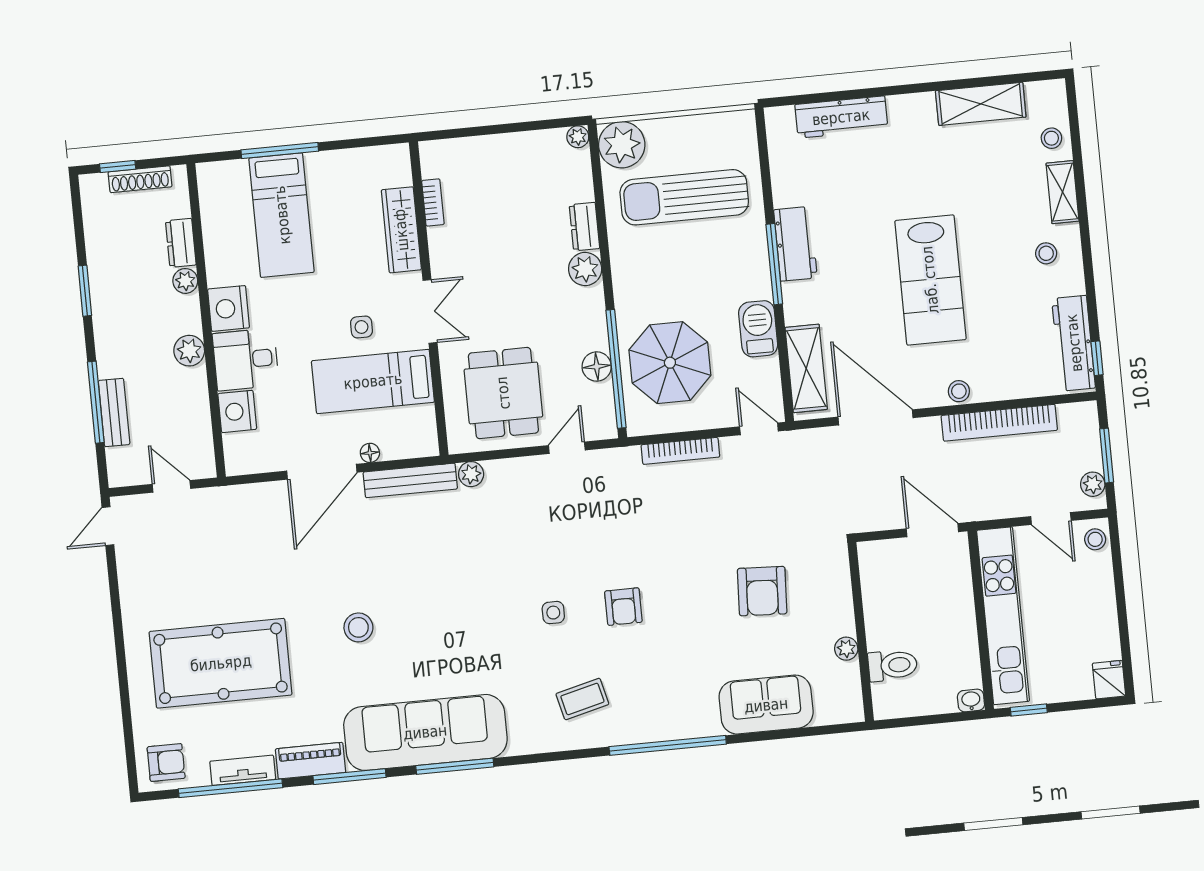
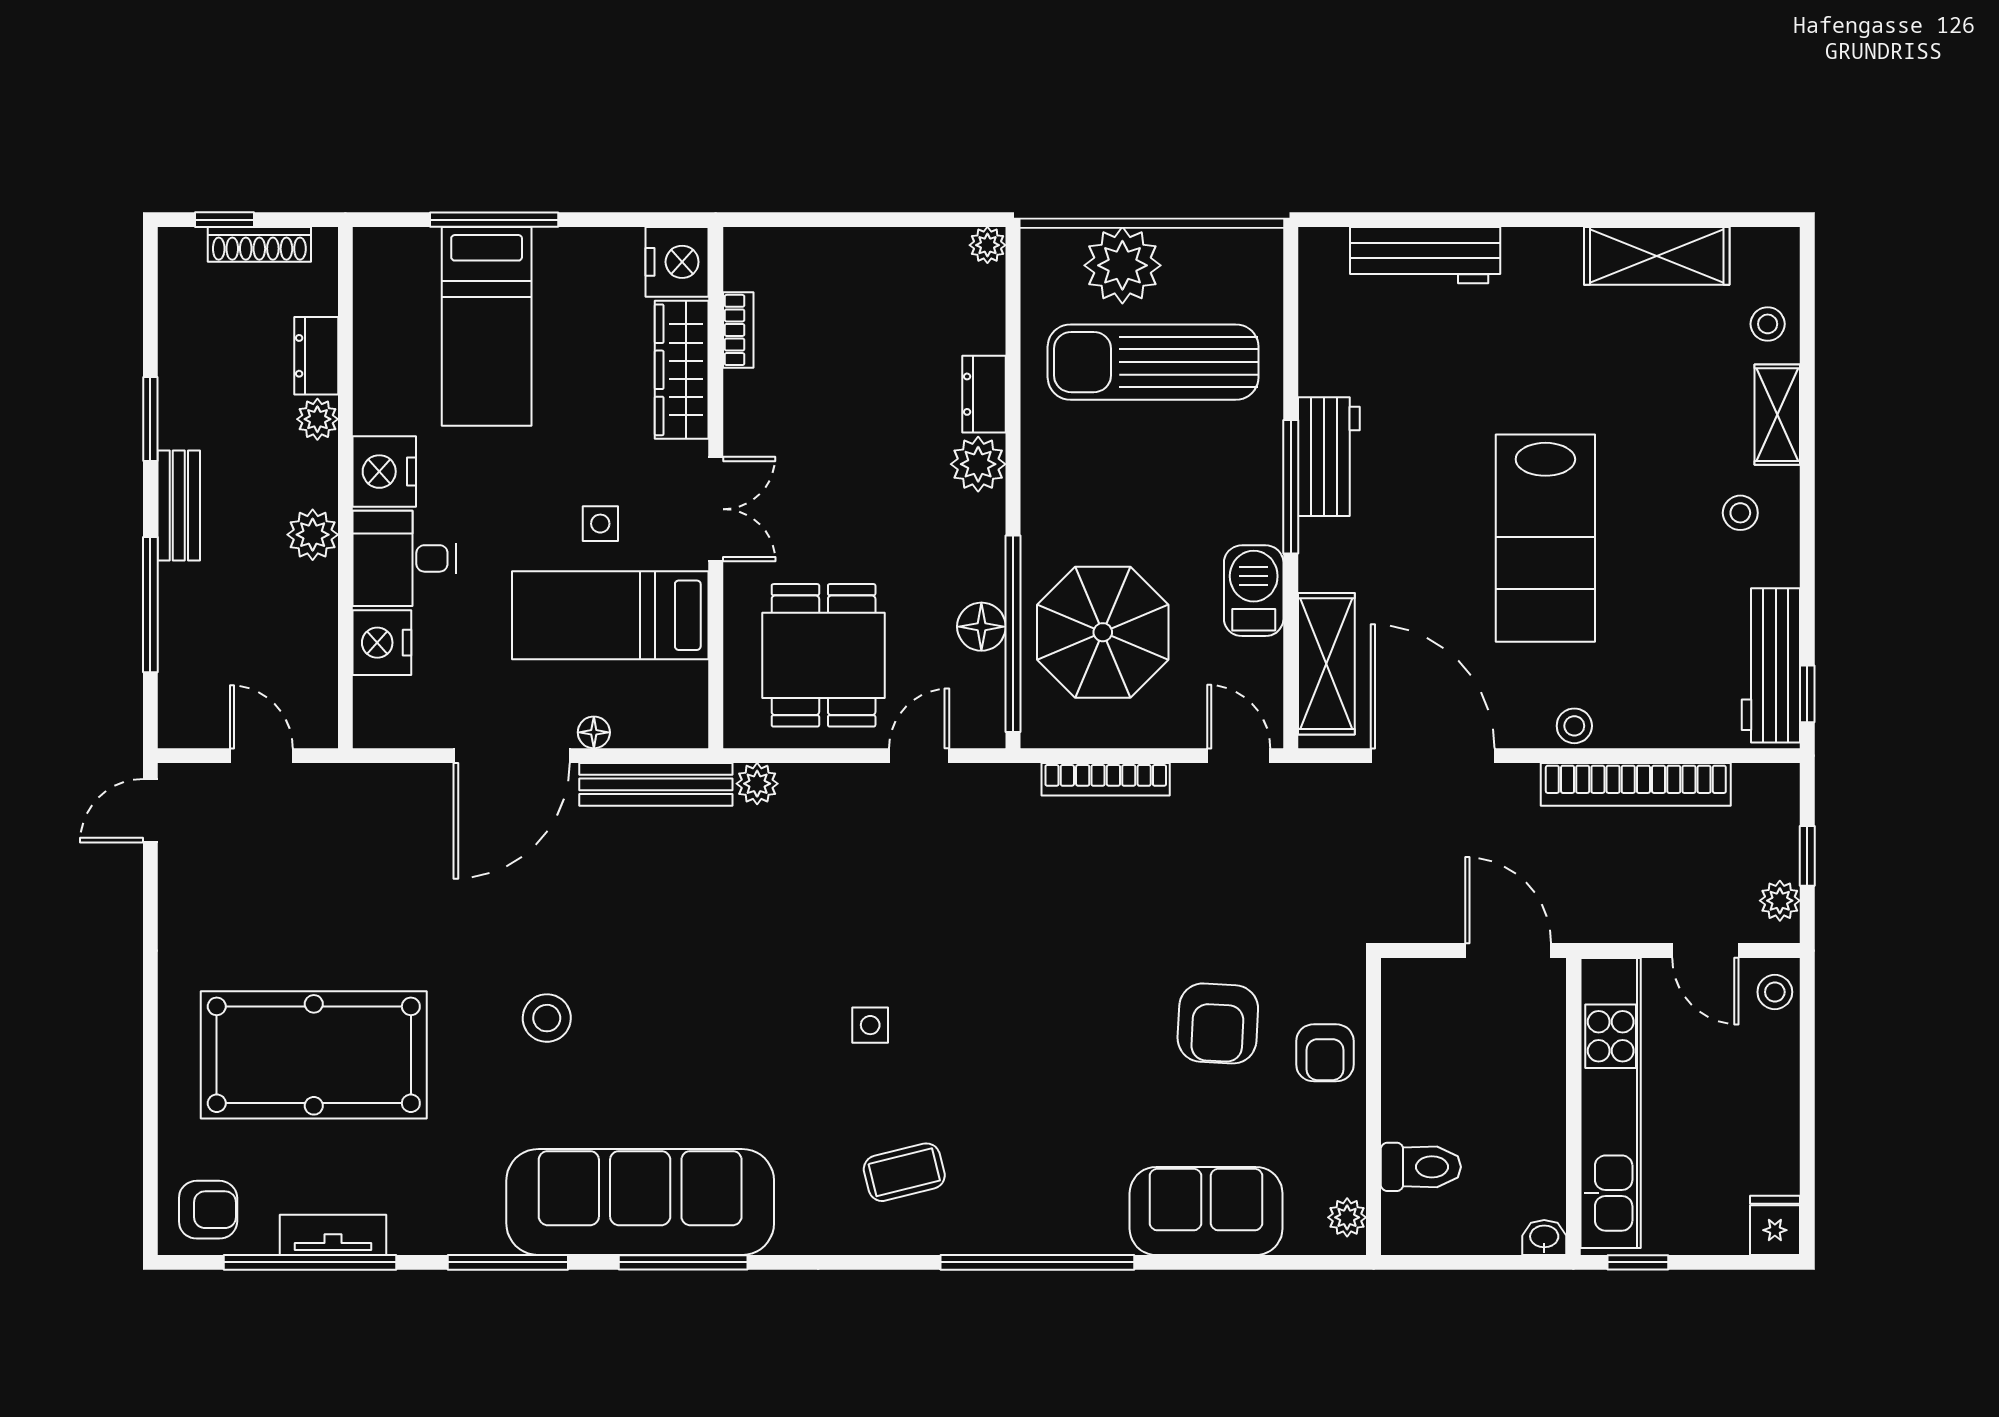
plant: (622, 145) -> (1122, 265), moved
nightstand: (392, 165) -> (677, 262), added
bench: (114, 412) -> (179, 505), moved
window: (1107, 456) -> (1807, 856), width x0.67
armchair: (623, 607) -> (1325, 1053), moved
plant: (846, 649) -> (1347, 1217), moved
piano: (310, 761) -> (446, 1230), removed

